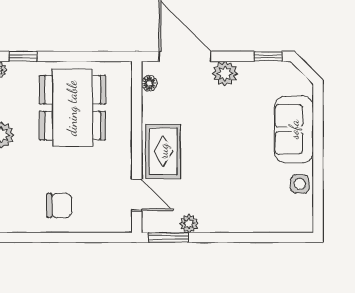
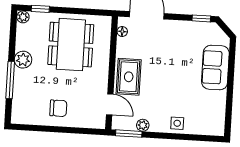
plant: (225, 73) -> (172, 28), removed
side table: (300, 184) -> (177, 123), moved

